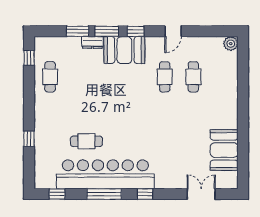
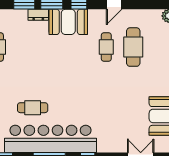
cafe table: (193, 77) -> (133, 47), width x1.37, depth x1.35

